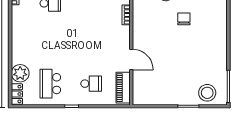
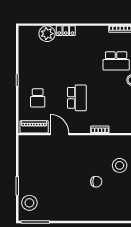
door: (131, 60) -> (59, 134), swing flipped
school desk: (50, 84) -> (77, 98), moved, turned 90
locker: (17, 94) -> (66, 31), moved

